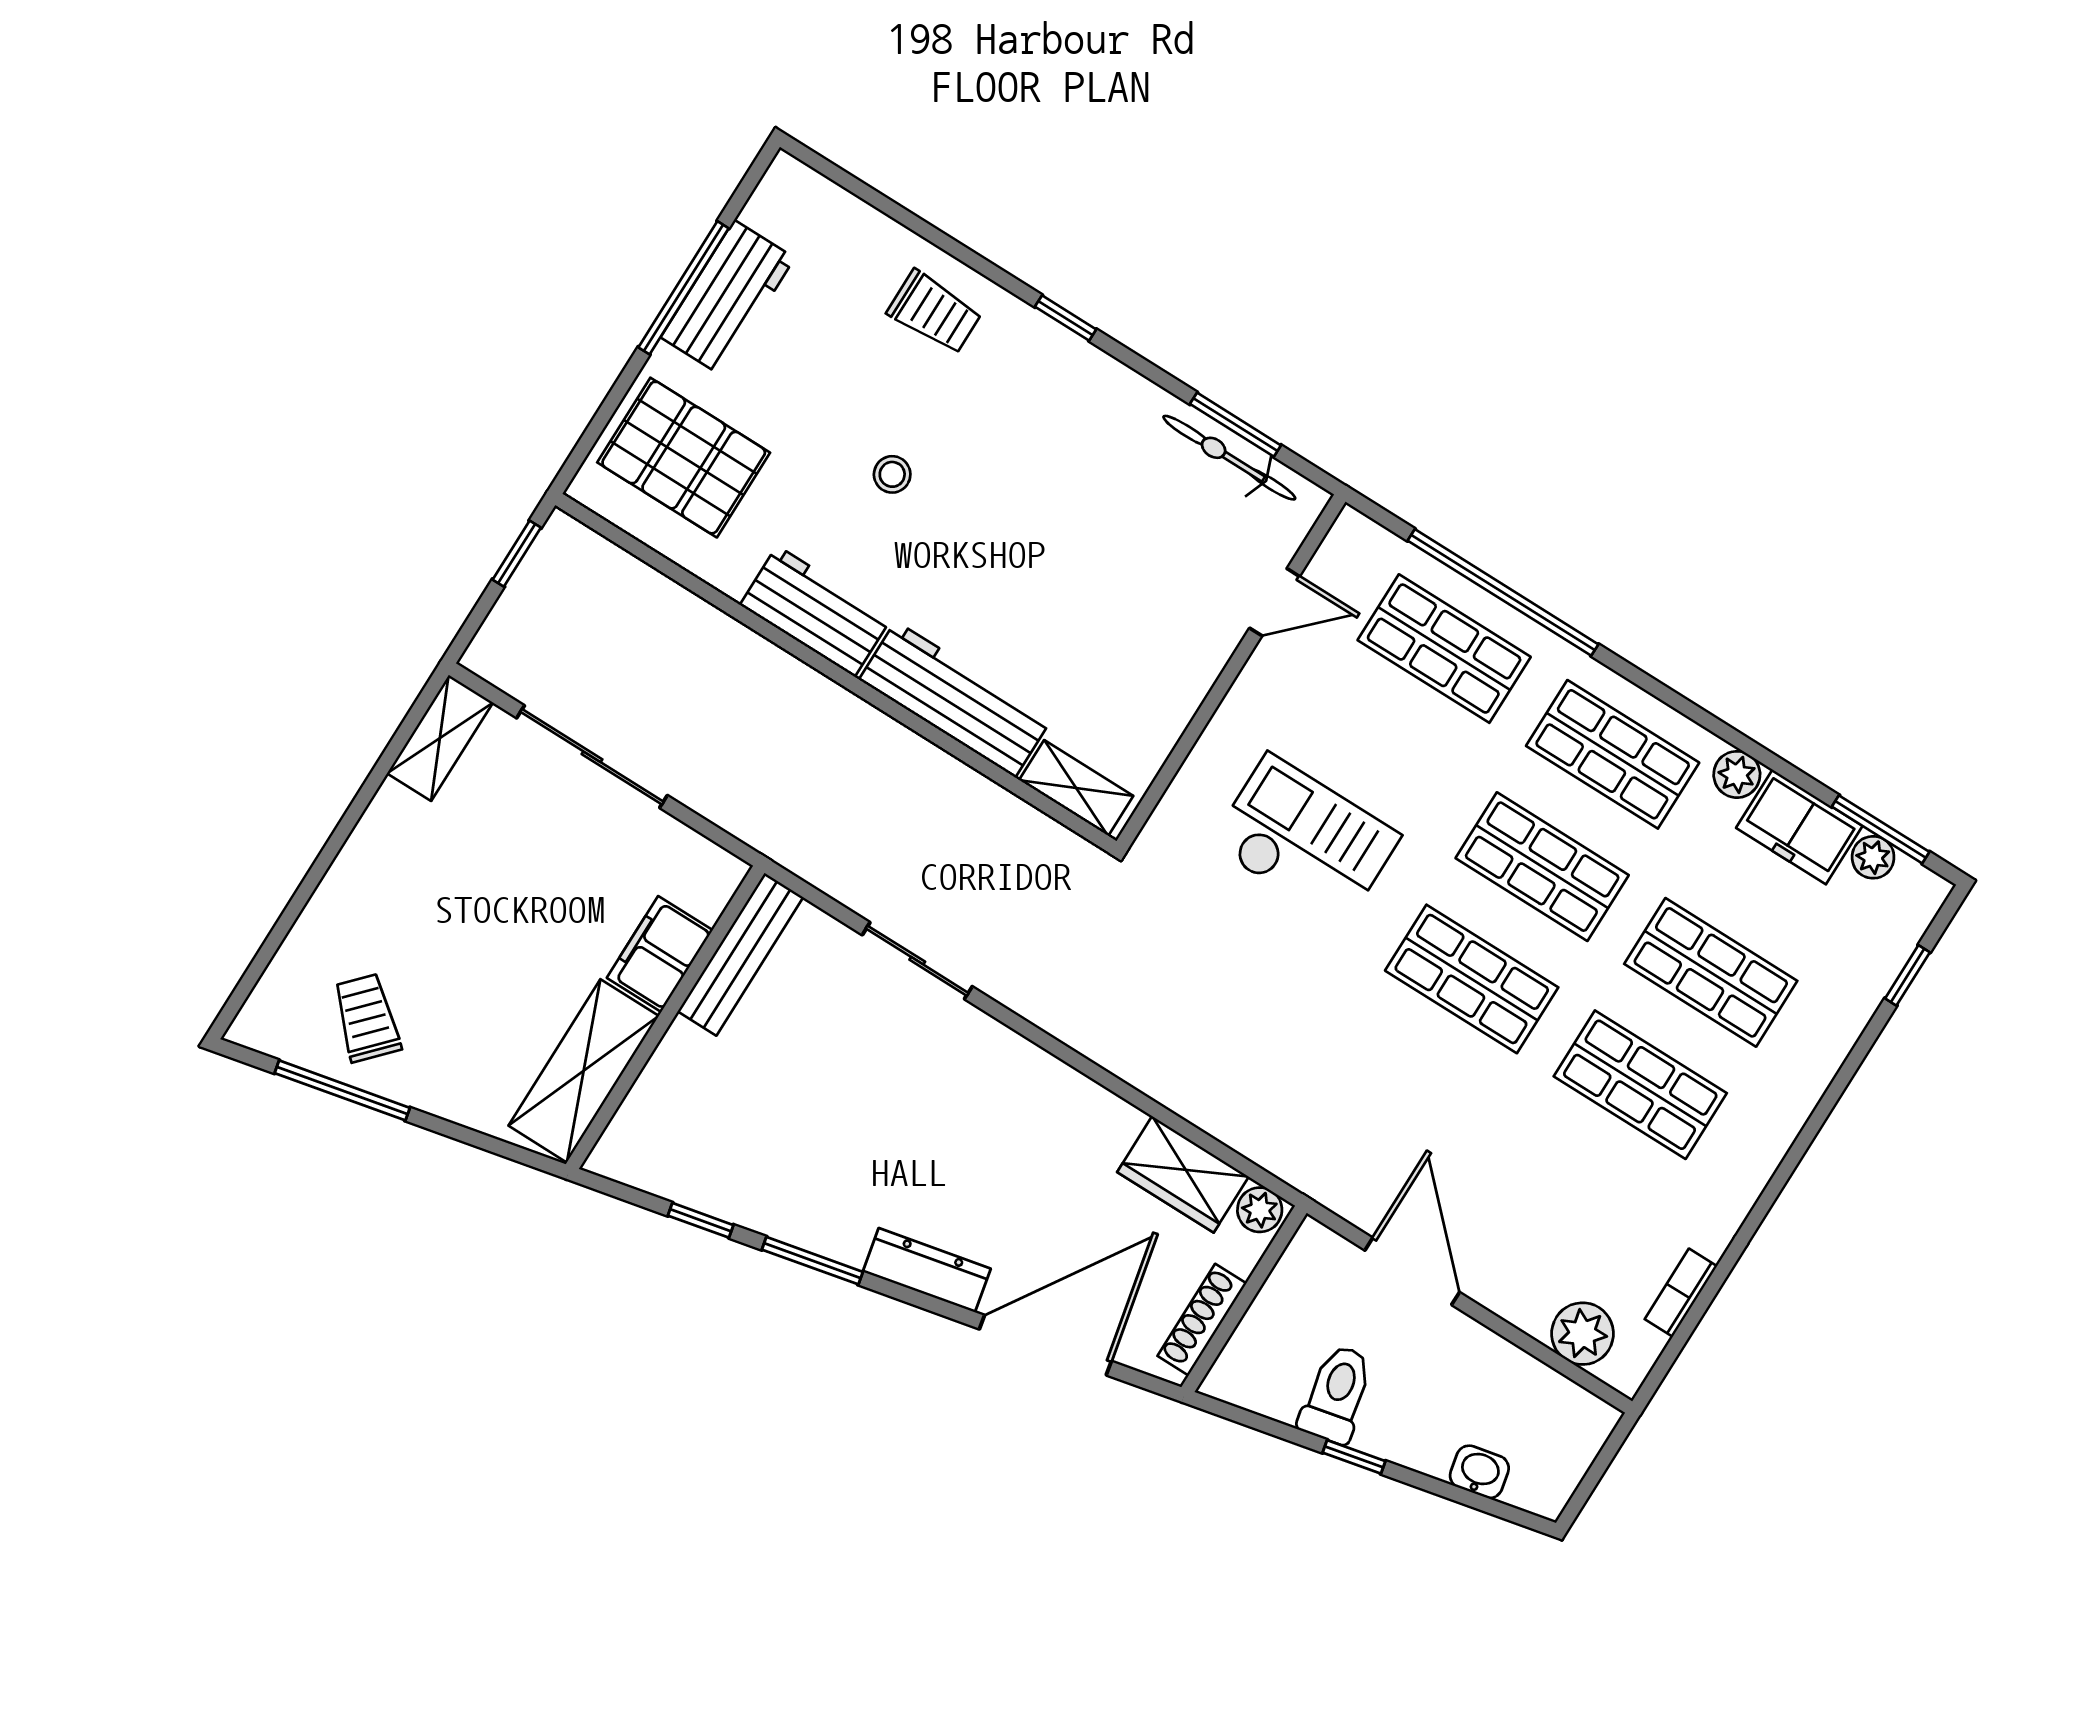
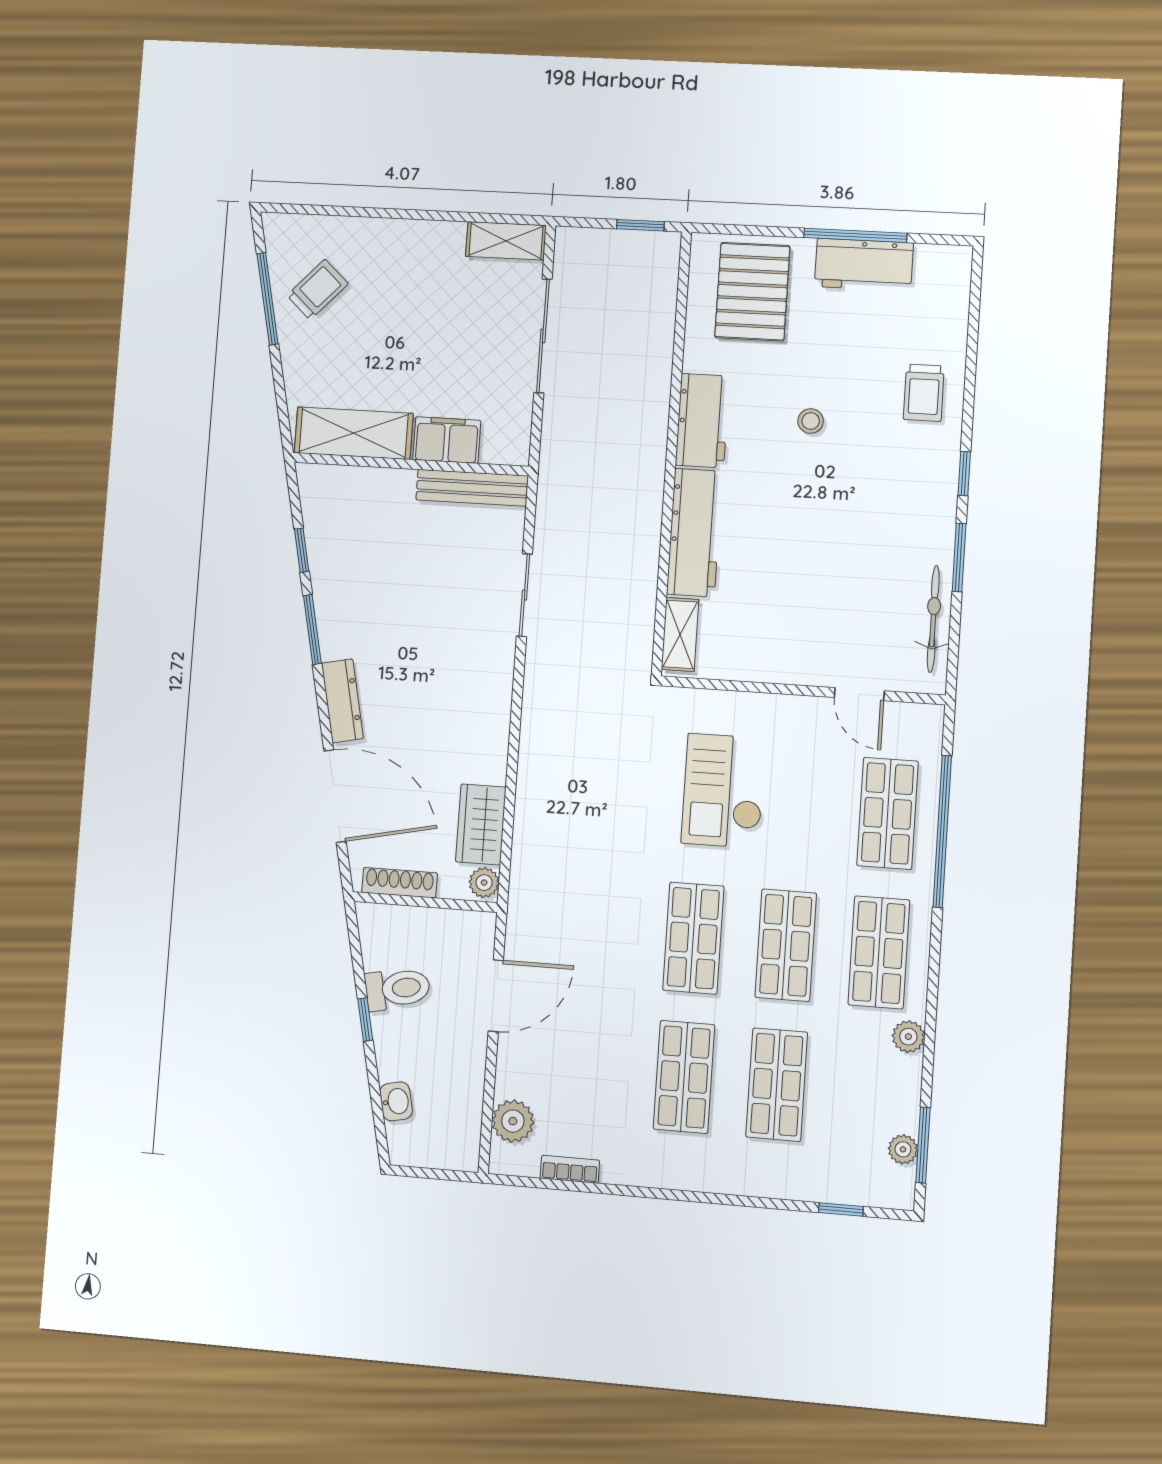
window: (1235, 425) -> (959, 557), moved
freezer: (1799, 827) -> (897, 1093), removed
checkout: (1305, 840) -> (723, 791), turned 180

